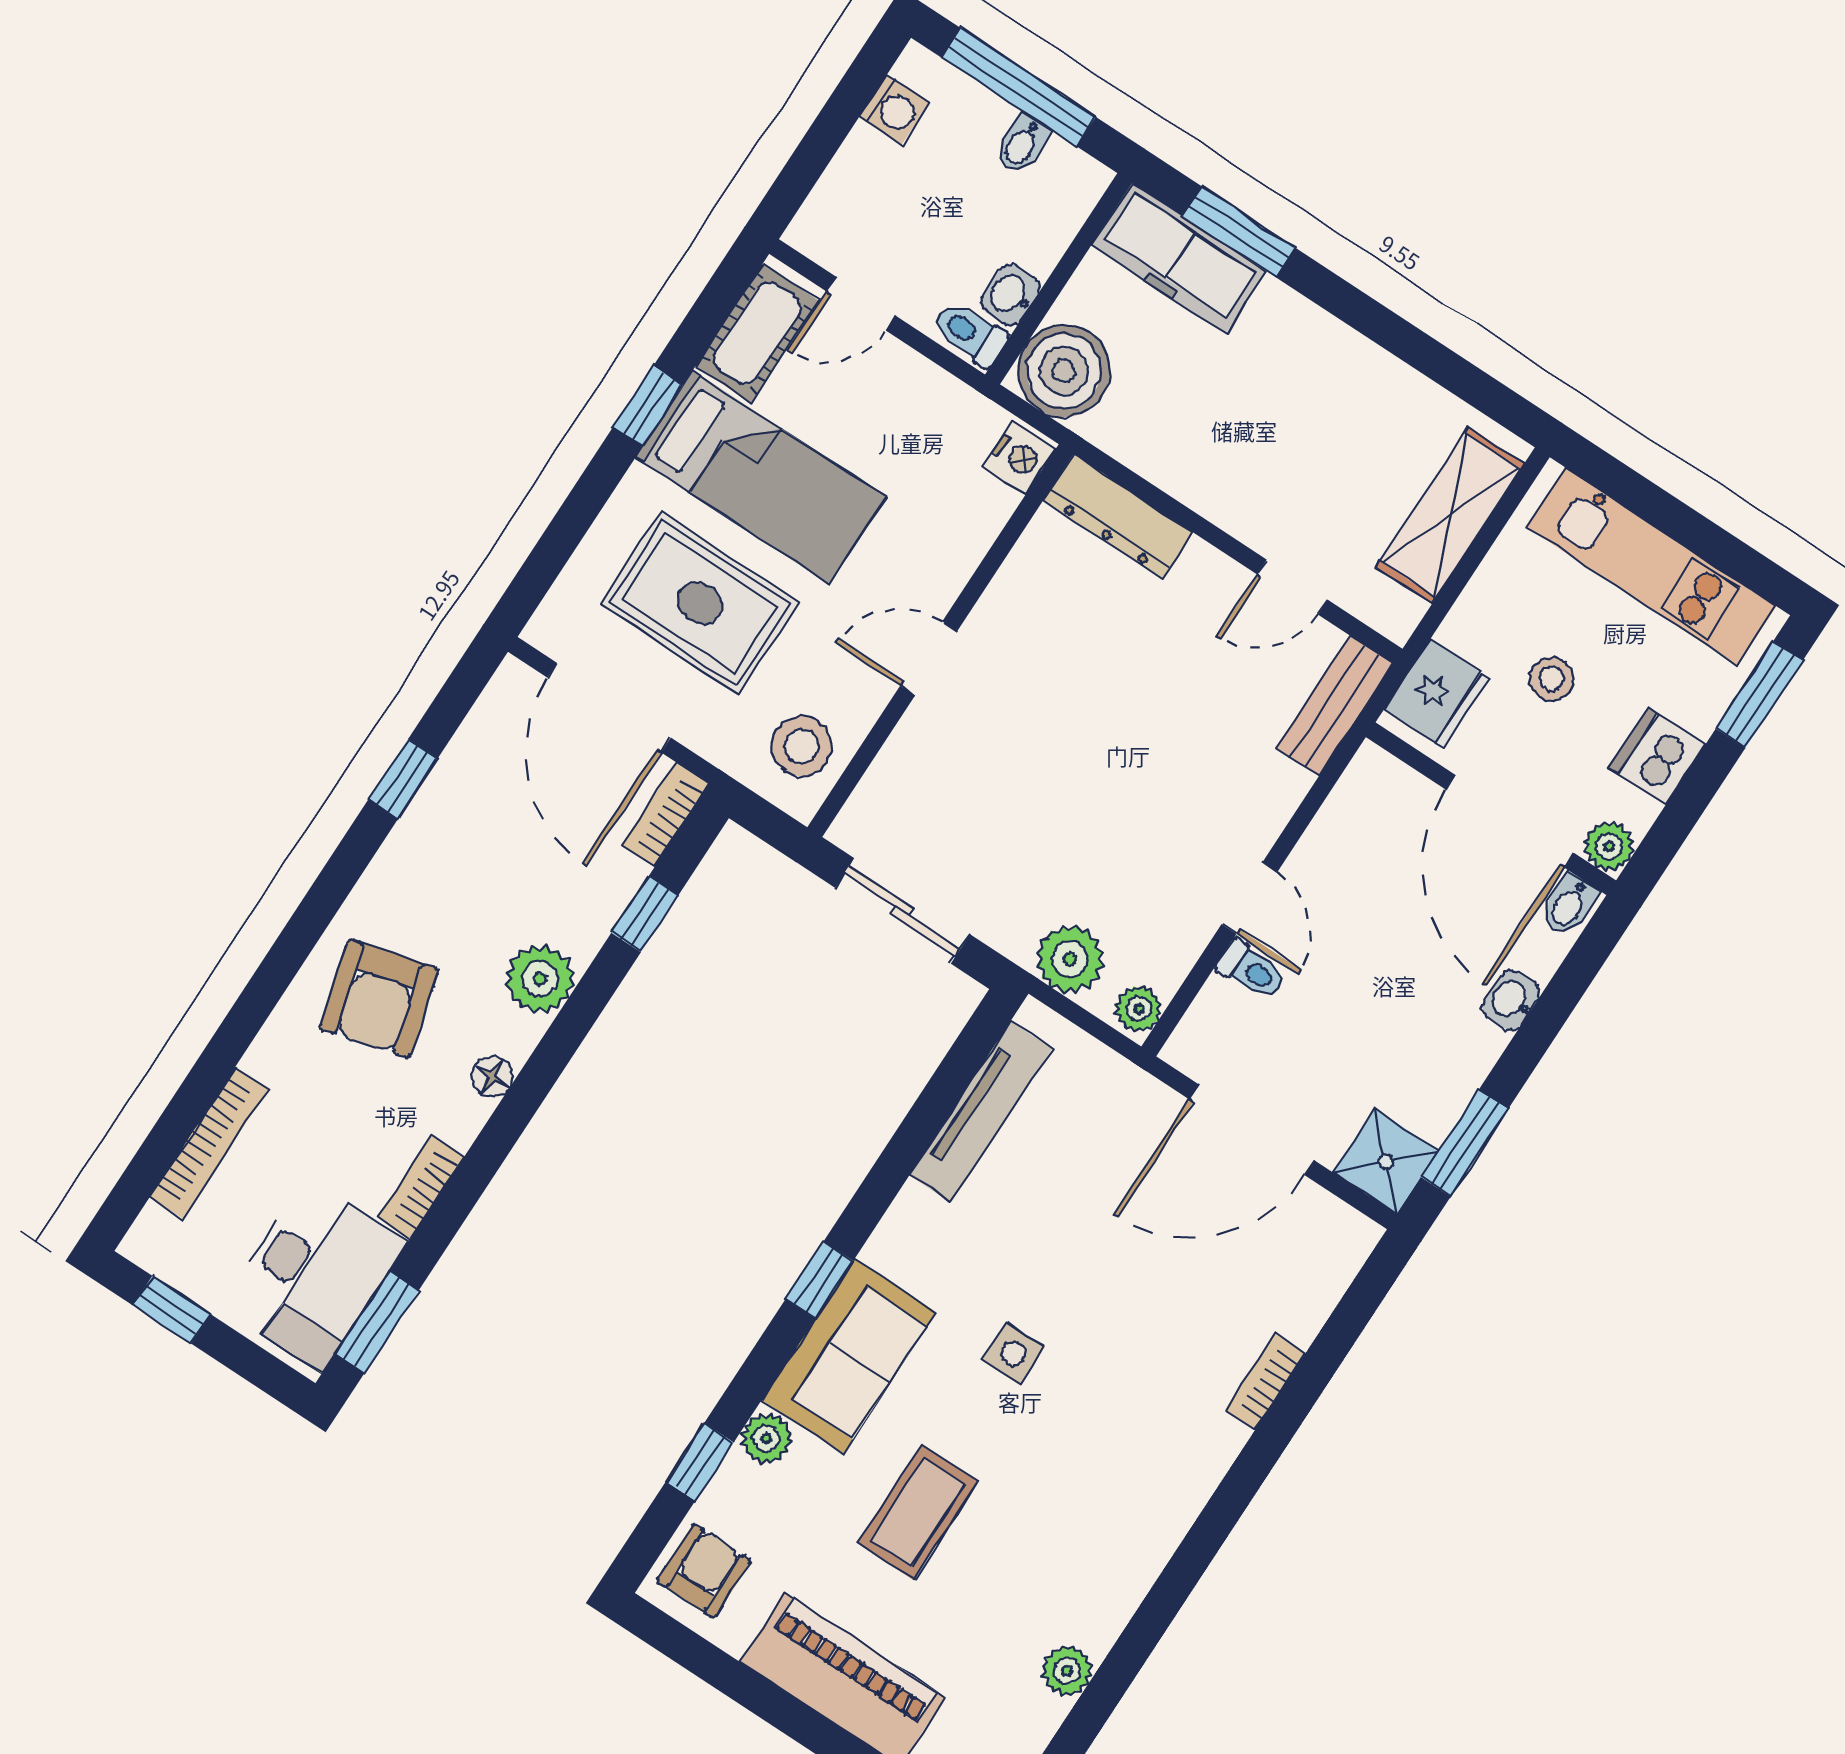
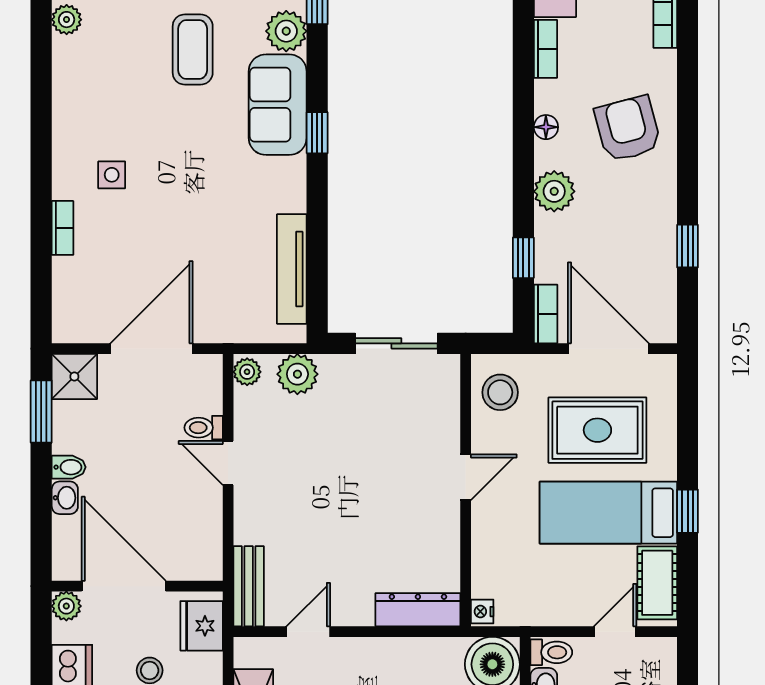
nightstand: (1020, 457) -> (482, 612), width x0.72, depth x0.74
bidet: (1569, 905) -> (69, 467), moved, turned 90
side table: (1013, 1354) -> (112, 175), moved
plant: (766, 1439) -> (286, 31), width x1.38, depth x1.38

